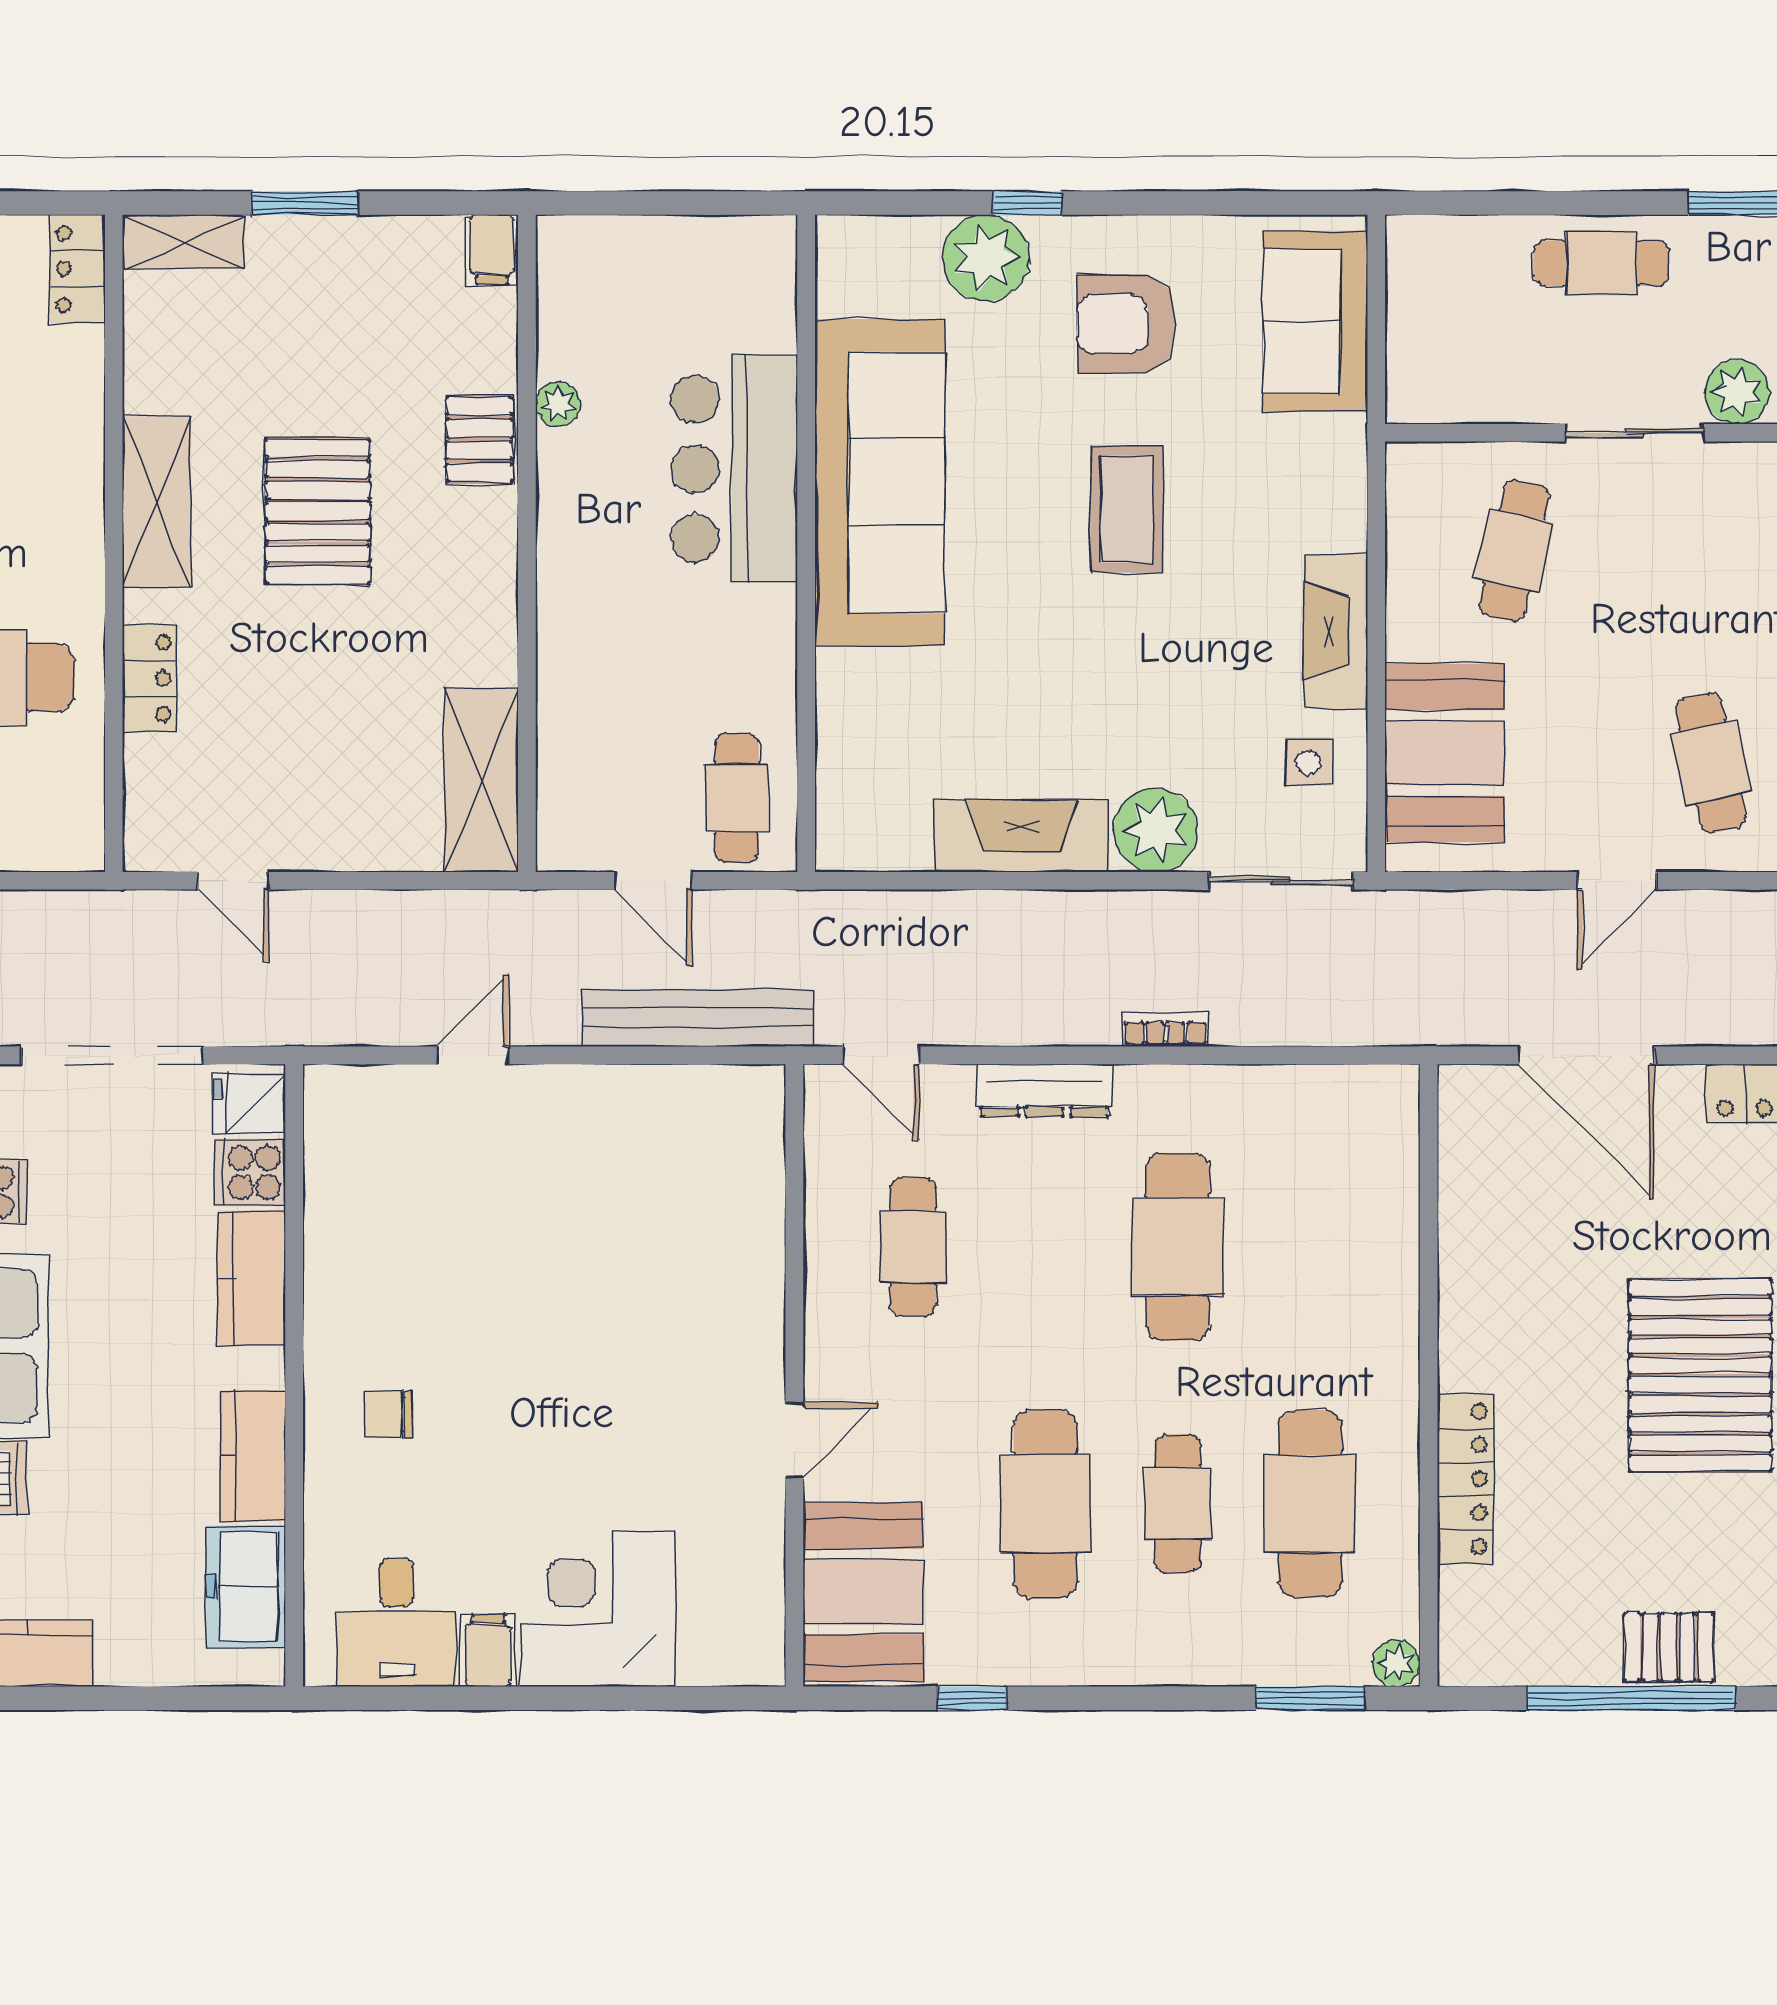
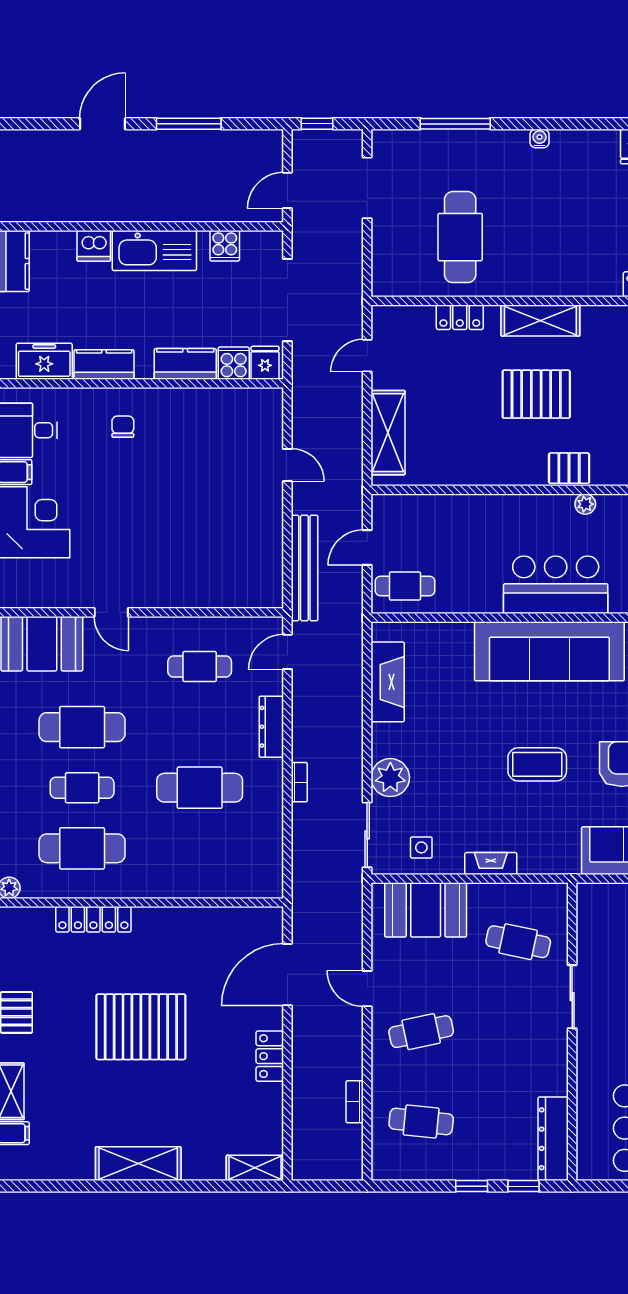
plant: (1737, 392) -> (591, 1044), removed
fireplace: (1336, 631) -> (491, 864), width x0.73, depth x0.76
shelving: (481, 780) -> (388, 433), moved, turned 90
fireplace: (1022, 836) -> (388, 682), moved

